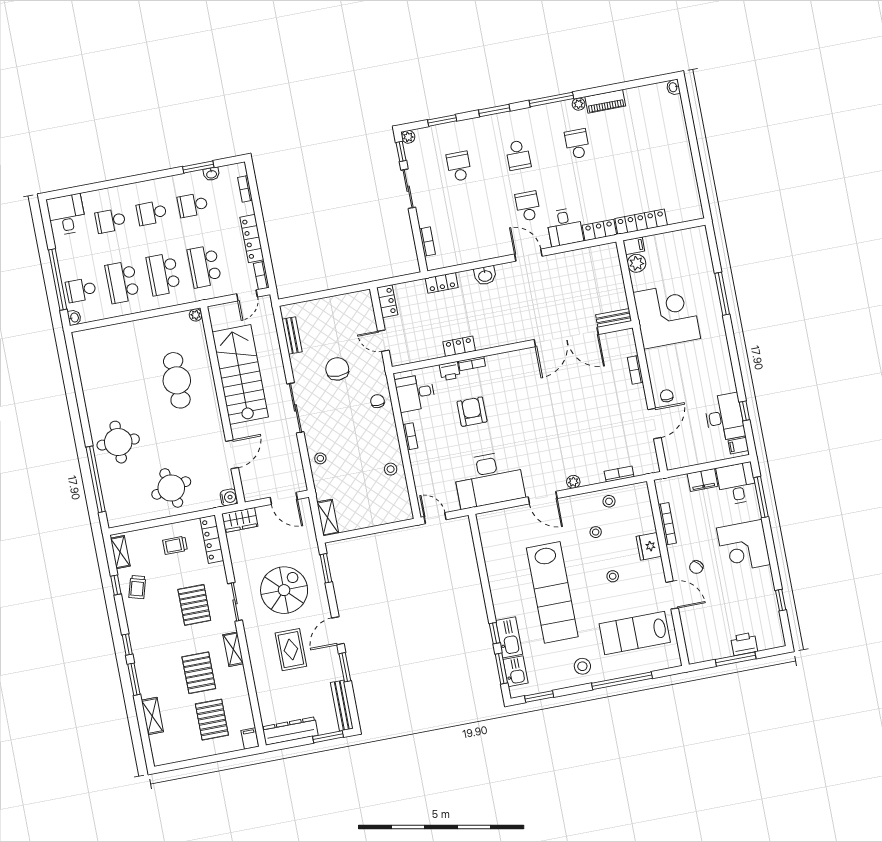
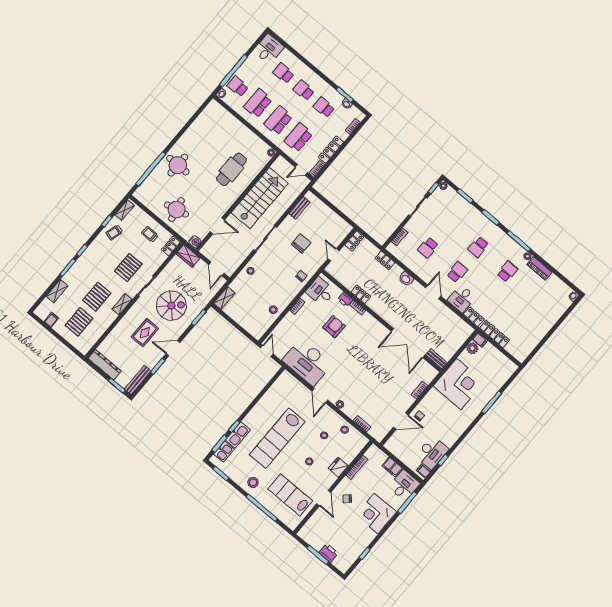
school desk: (459, 166) -> (428, 248), moved, turned 180
locker: (212, 539) -> (171, 246), width x0.66
filing cabinet: (250, 739) -> (51, 320), moved

